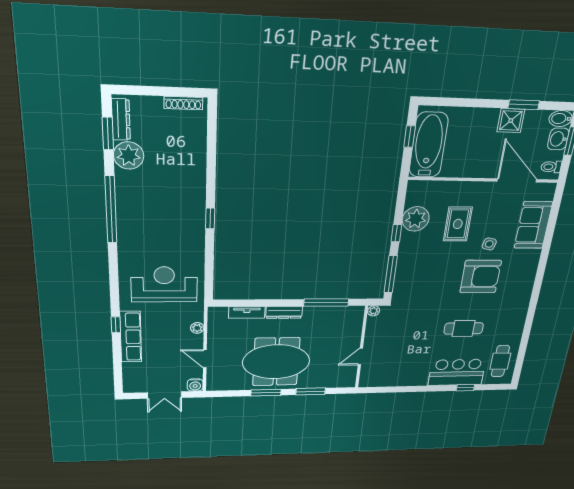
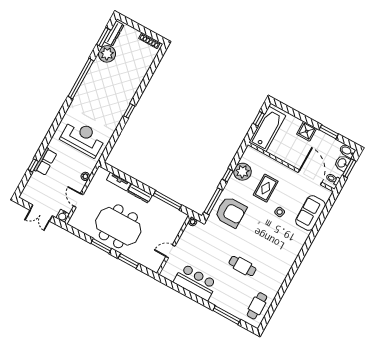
shower: (511, 121) -> (307, 131), moved
armchair: (481, 277) -> (231, 212), moved
window: (116, 325) -> (33, 165), moved
row of seats: (131, 337) -> (45, 162), width x0.68
bar counter: (457, 372) -> (195, 282), moved
window: (465, 388) -> (227, 315), width x2.17

